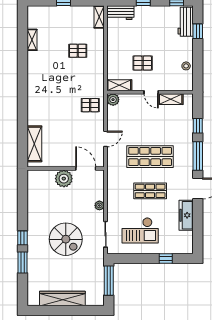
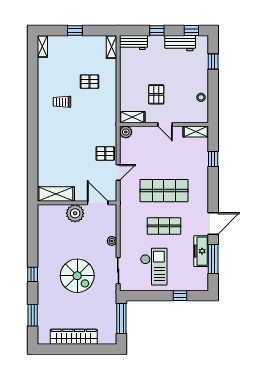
workbench: (186, 22) -> (180, 43), moved, turned -90
shelving: (32, 40) -> (42, 46), moved
pallet: (143, 63) -> (156, 94), turned 90
trolley: (51, 70) -> (62, 102), added
shelving: (171, 99) -> (196, 131), moved
pallet: (90, 105) -> (105, 153), moved
shelving: (34, 144) -> (56, 194), moved, turned 90
window: (198, 156) -> (213, 259), moved
checkout: (140, 230) -> (154, 267), turned -90
window: (23, 262) -> (33, 315), moved

